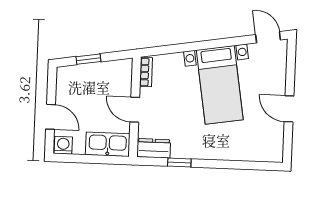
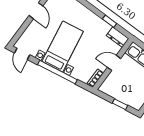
window: (203, 45) -> (57, 72), added
door: (135, 110) -> (114, 63), swing flipped

